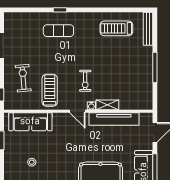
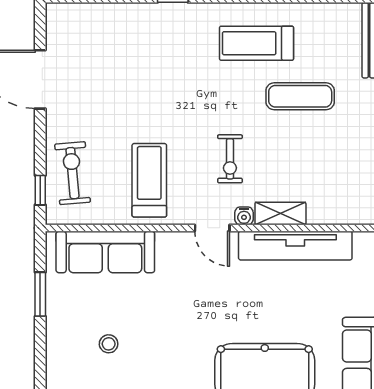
treadmill: (116, 28) -> (257, 43), moved
exercise mat: (58, 31) -> (300, 96), moved
exercise bike: (23, 78) -> (72, 173), moved

